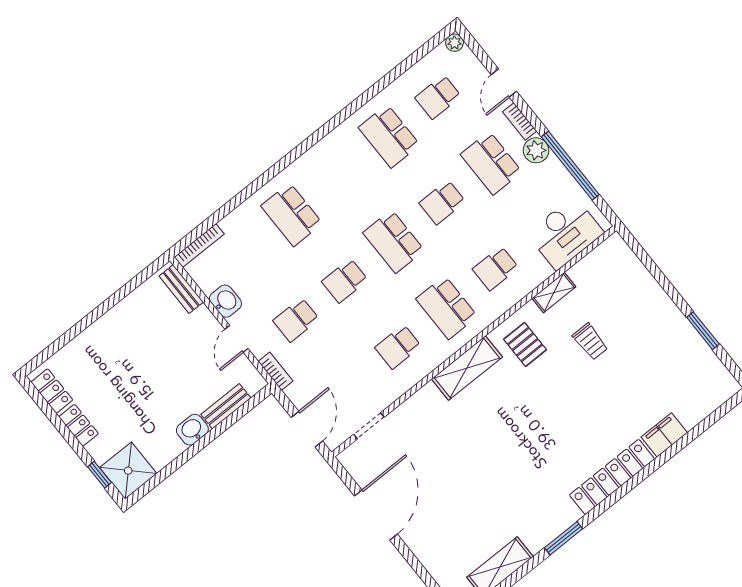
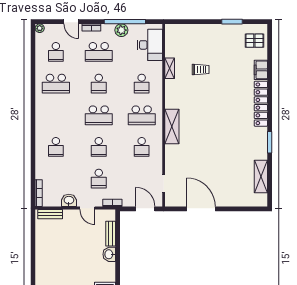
plant: (536, 150) -> (121, 30), moved
school desk: (292, 215) -> (56, 147), width x0.54
pallet: (525, 345) -> (254, 41), moved

